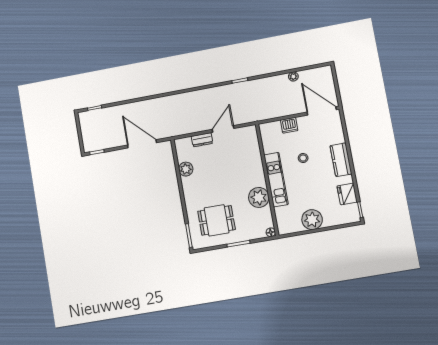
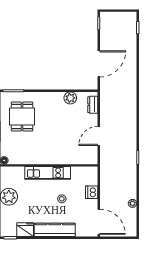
door: (322, 111) -> (99, 222), hinge flipped
door: (223, 129) -> (99, 136), swing flipped
dresser: (202, 140) -> (93, 105), moved
kitchen counter: (341, 160) -> (55, 230), width x1.50
plant: (259, 197) -> (35, 156), removed

